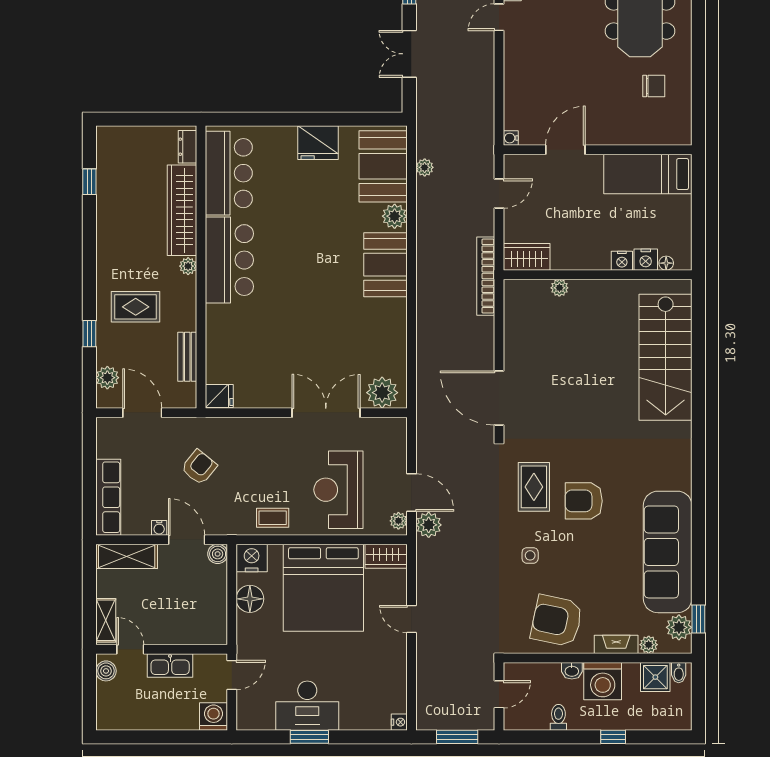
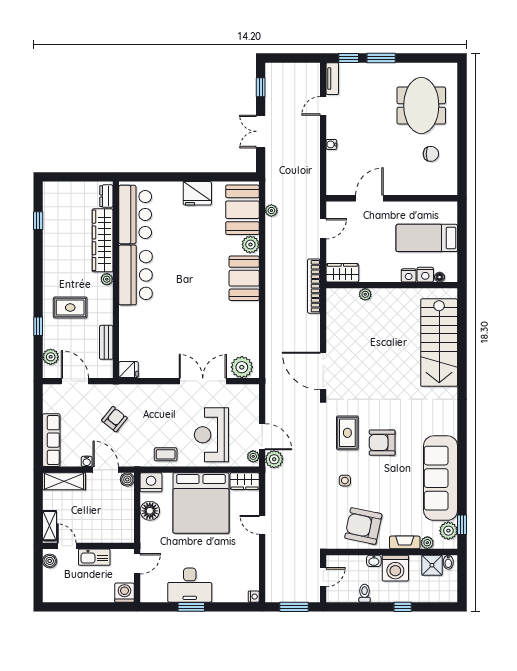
water cooler: (511, 138) -> (331, 144), moved
bed: (648, 174) -> (427, 238), moved

